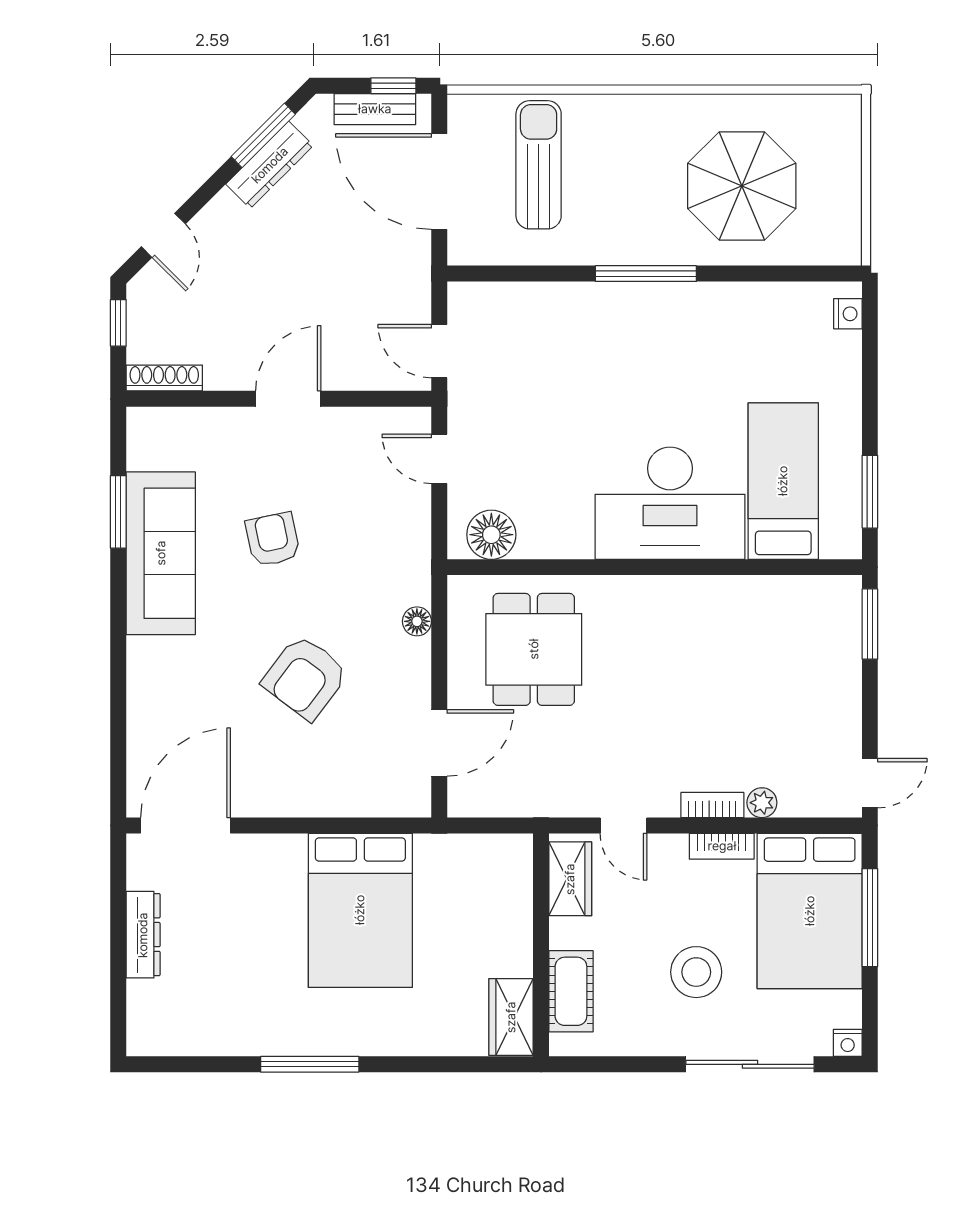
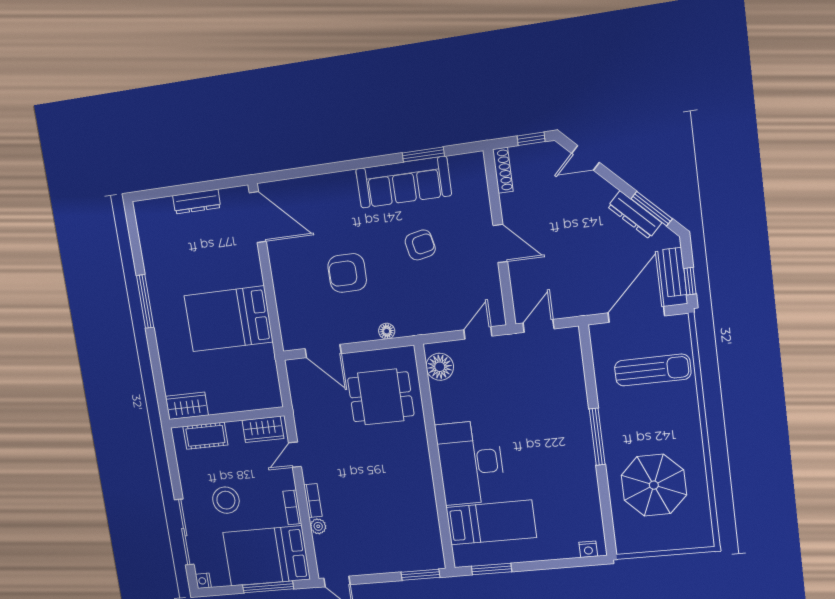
armchair: (305, 677) -> (347, 273), turned -37

